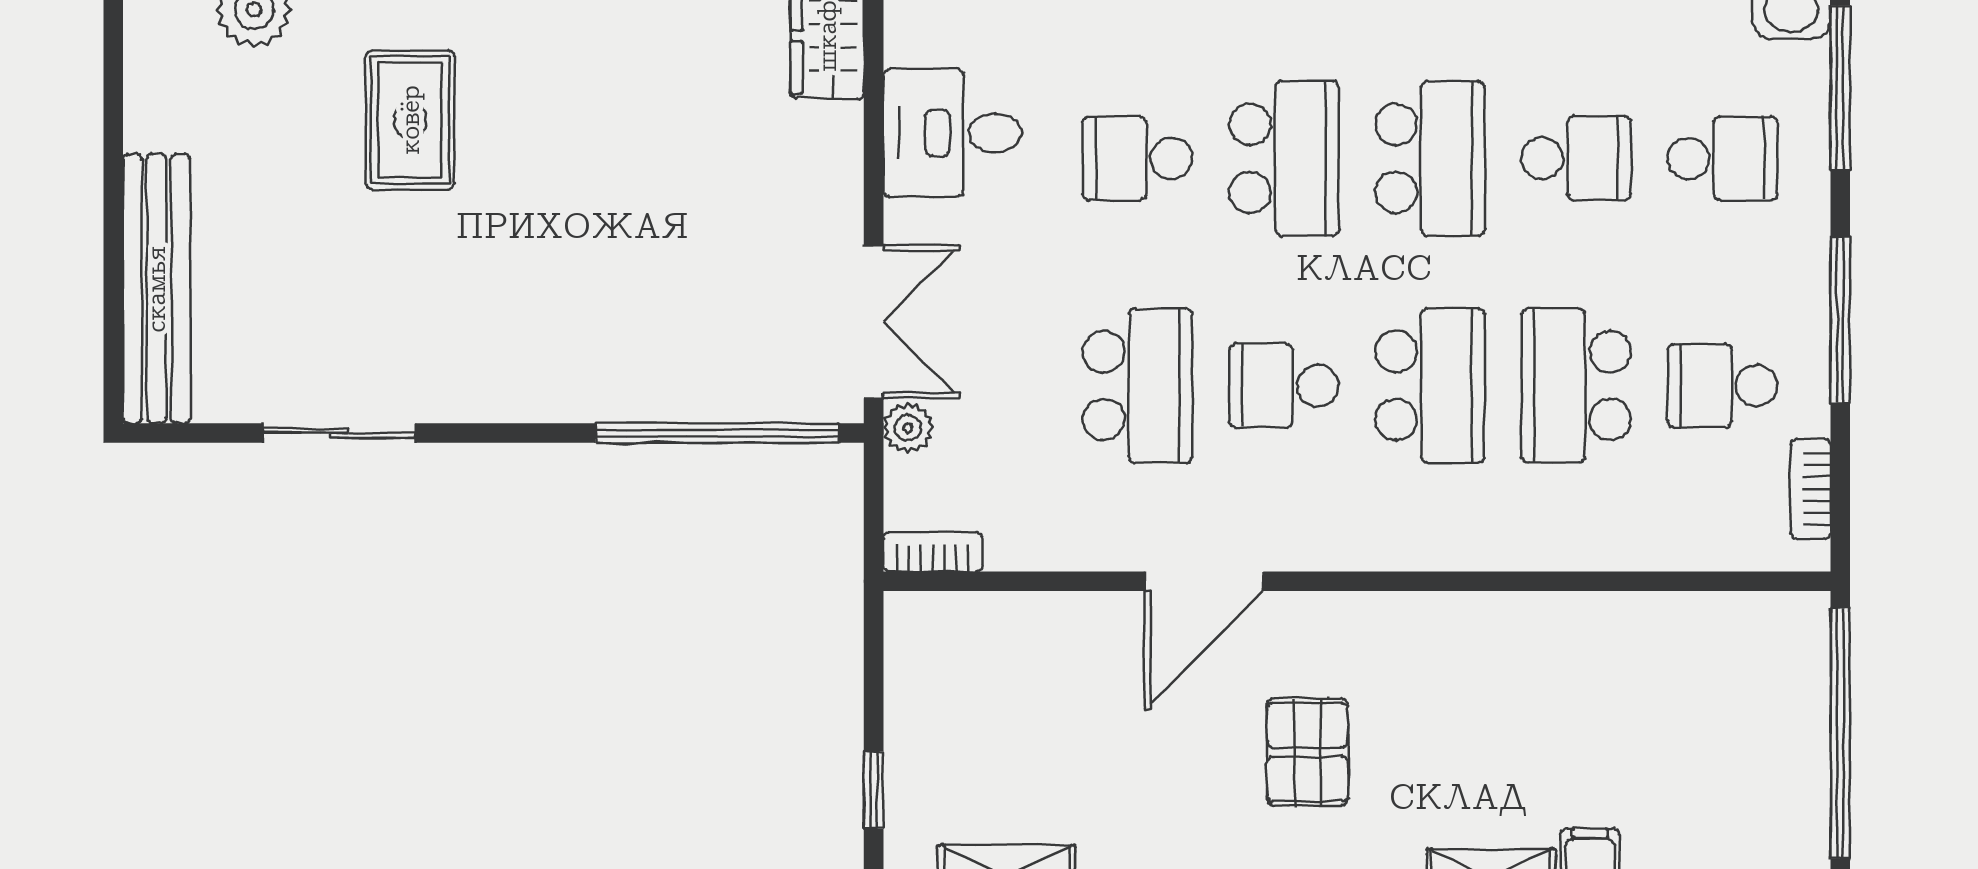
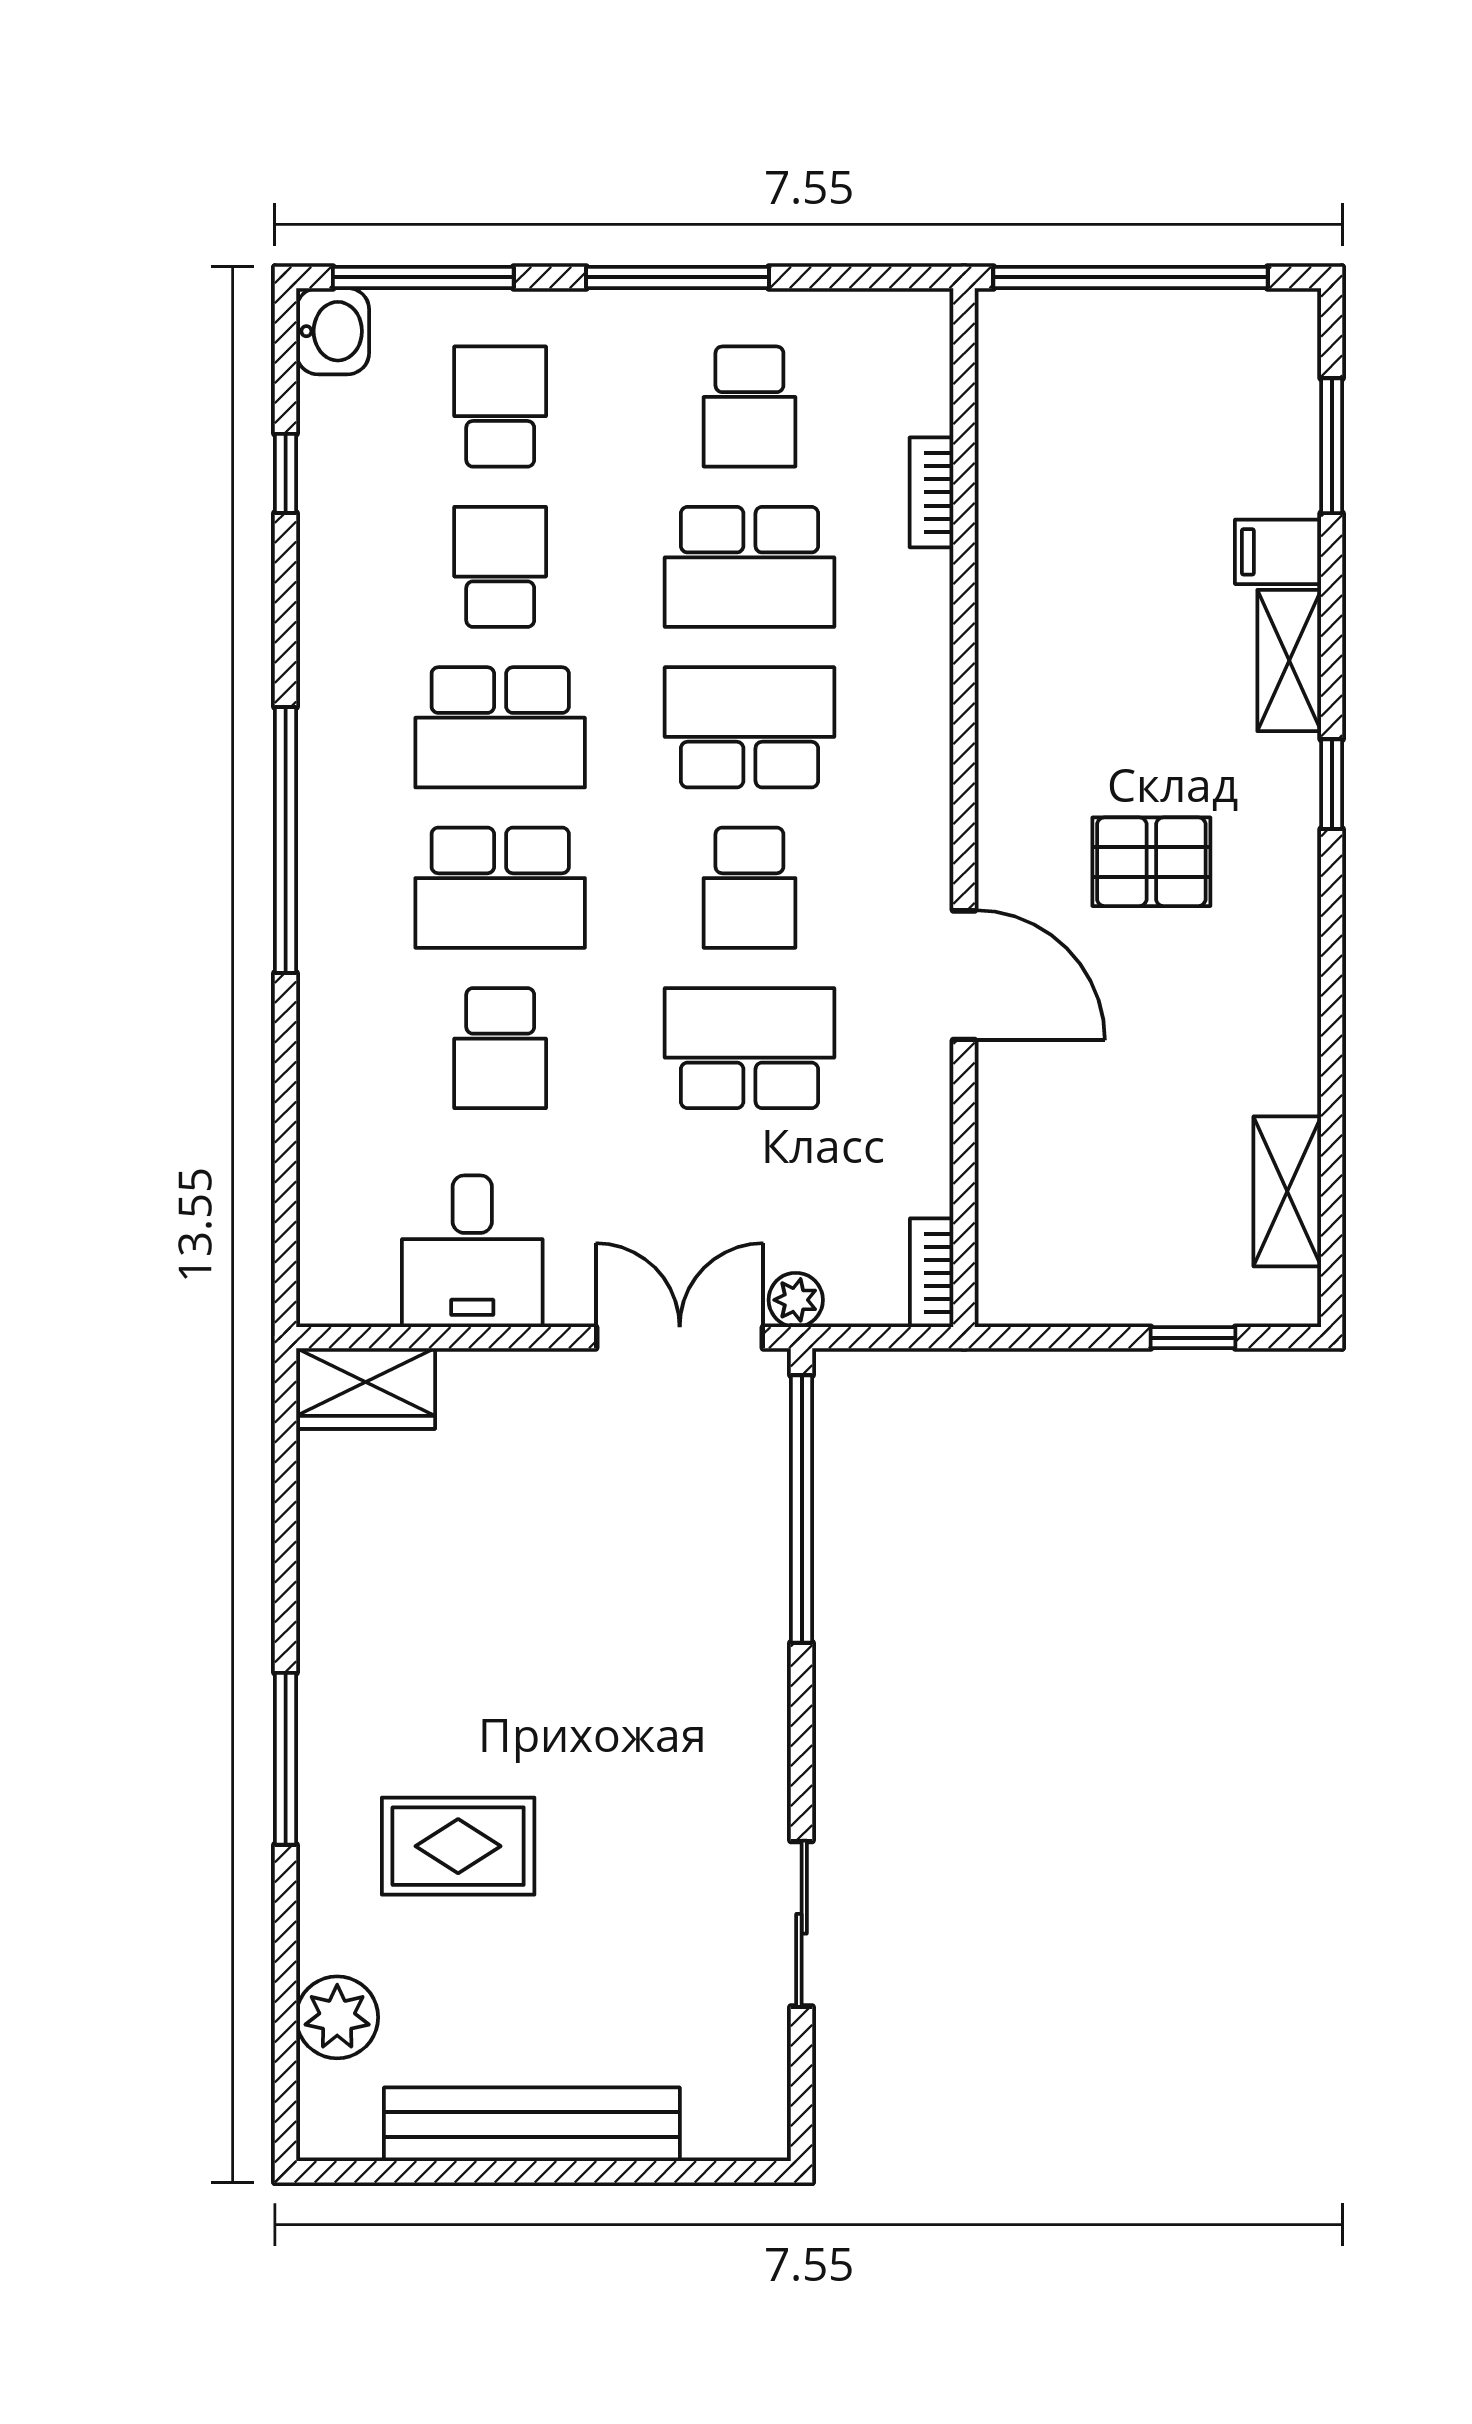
school desk: (1284, 158) -> (500, 888), turned 180
school desk: (1430, 158) -> (500, 727), turned 180
bench: (156, 289) -> (532, 2124), moved
bookcase: (1811, 489) -> (931, 492), moved, turned 90

